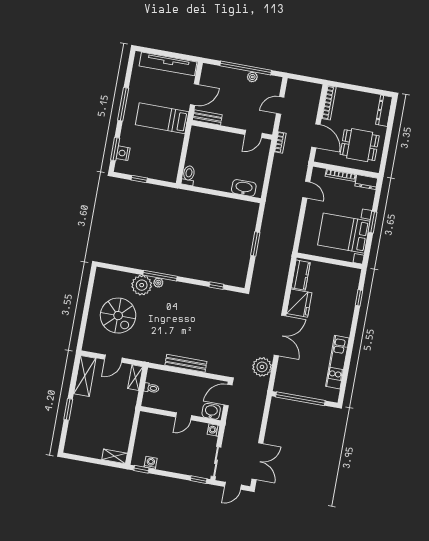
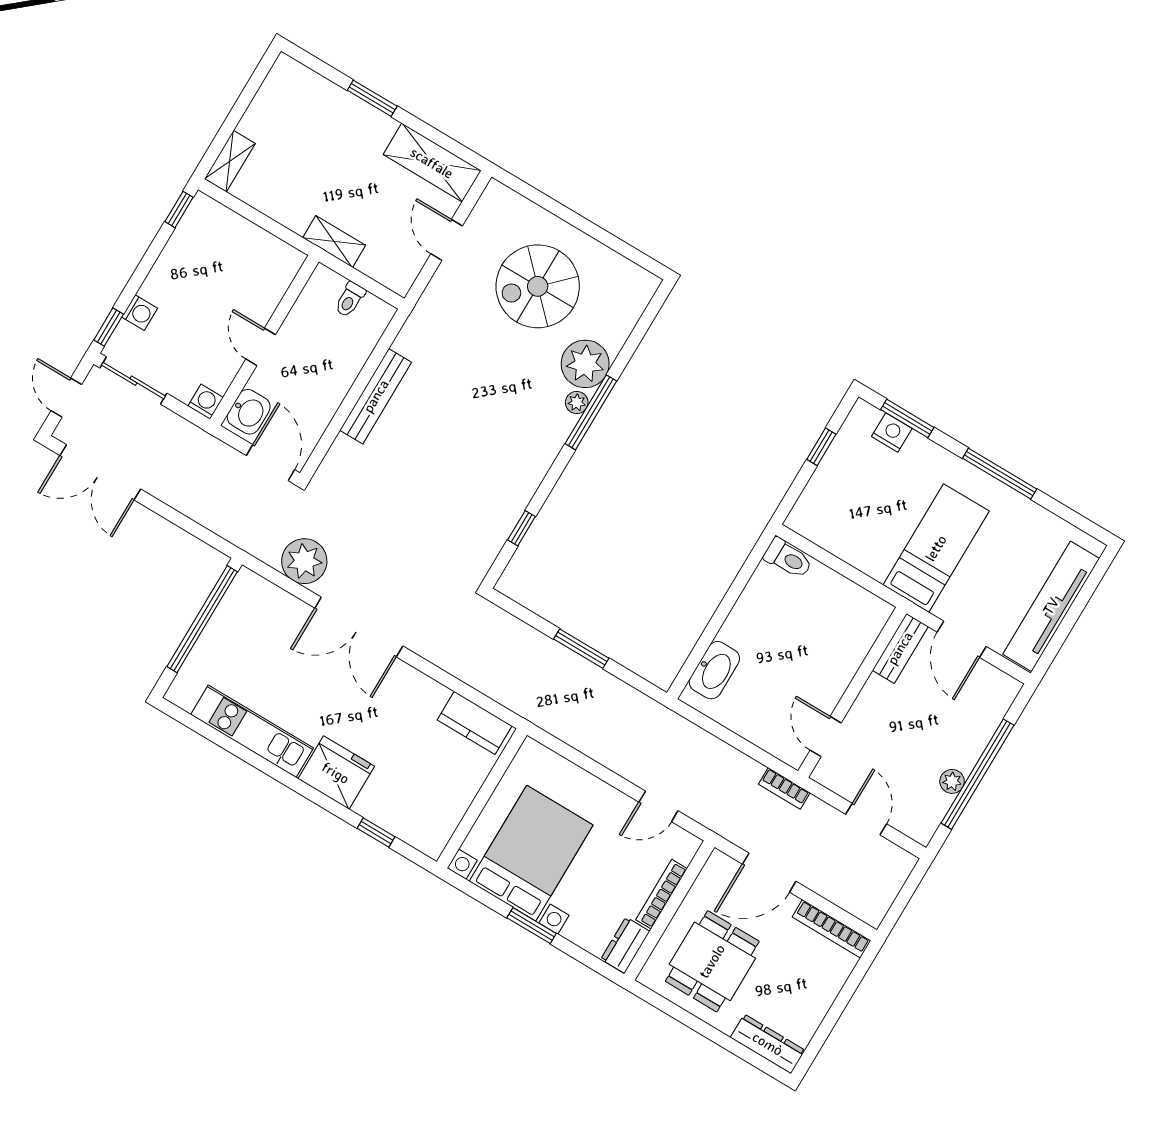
fridge: (299, 303) -> (336, 773), moved, turned 180
shelving: (135, 378) -> (334, 241), moved
washing machine: (151, 463) -> (140, 313), moved

